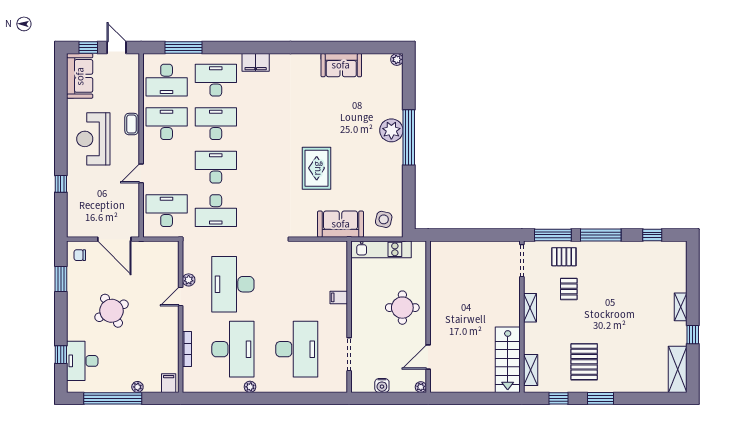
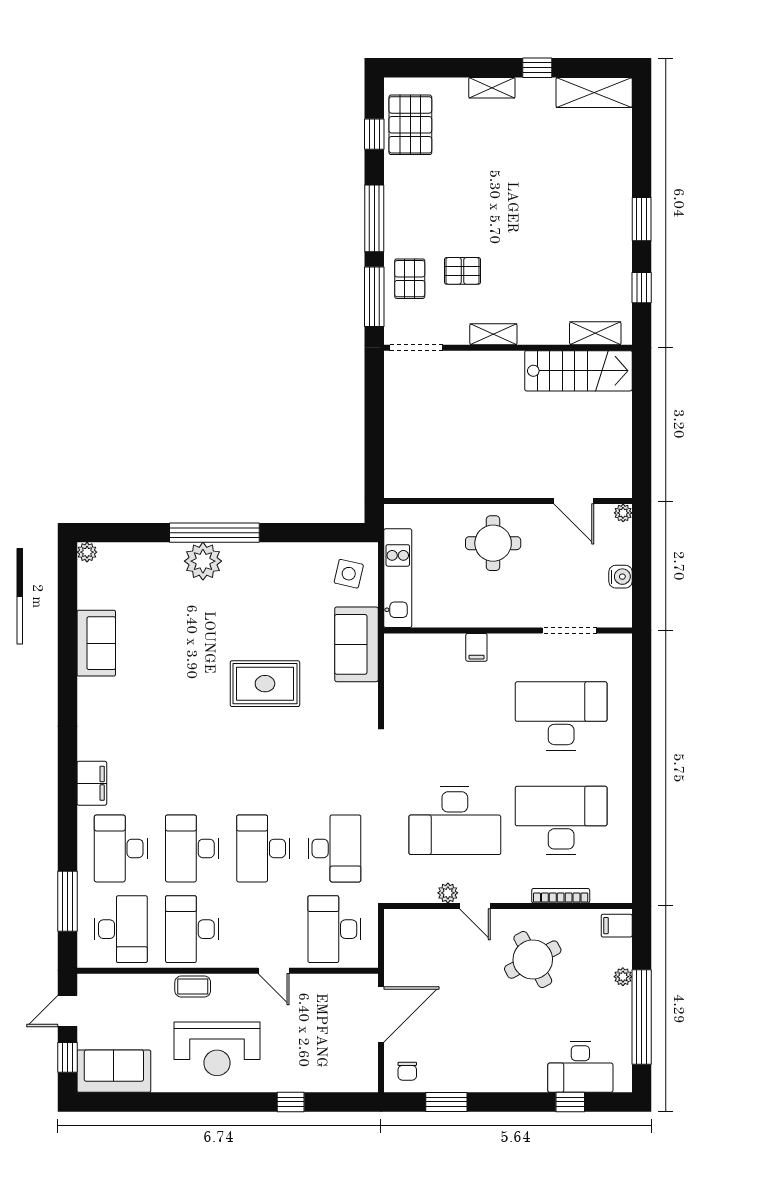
round table: (112, 311) -> (533, 960), moved
pallet: (584, 362) -> (410, 125), moved, turned 90
plant: (250, 387) -> (623, 792), removed

